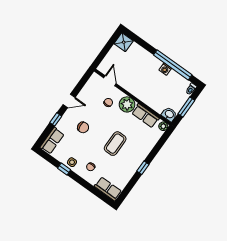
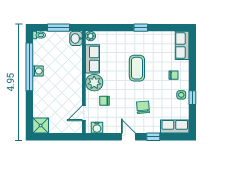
water cooler: (92, 83) -> (97, 128), added
coffee table: (115, 144) -> (137, 68), turned 90

